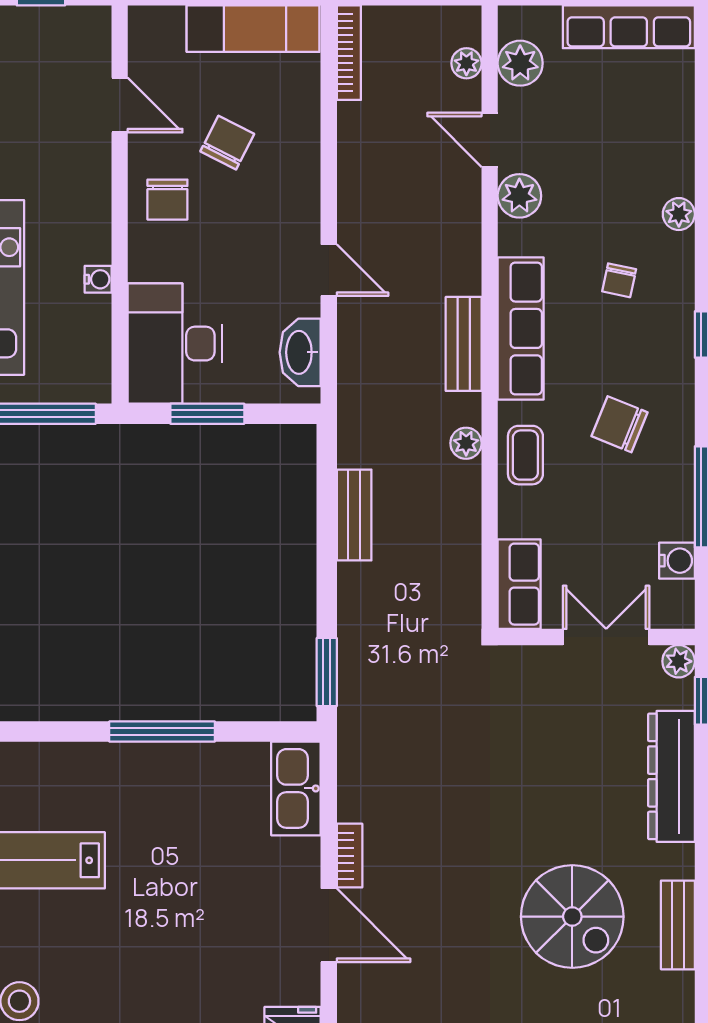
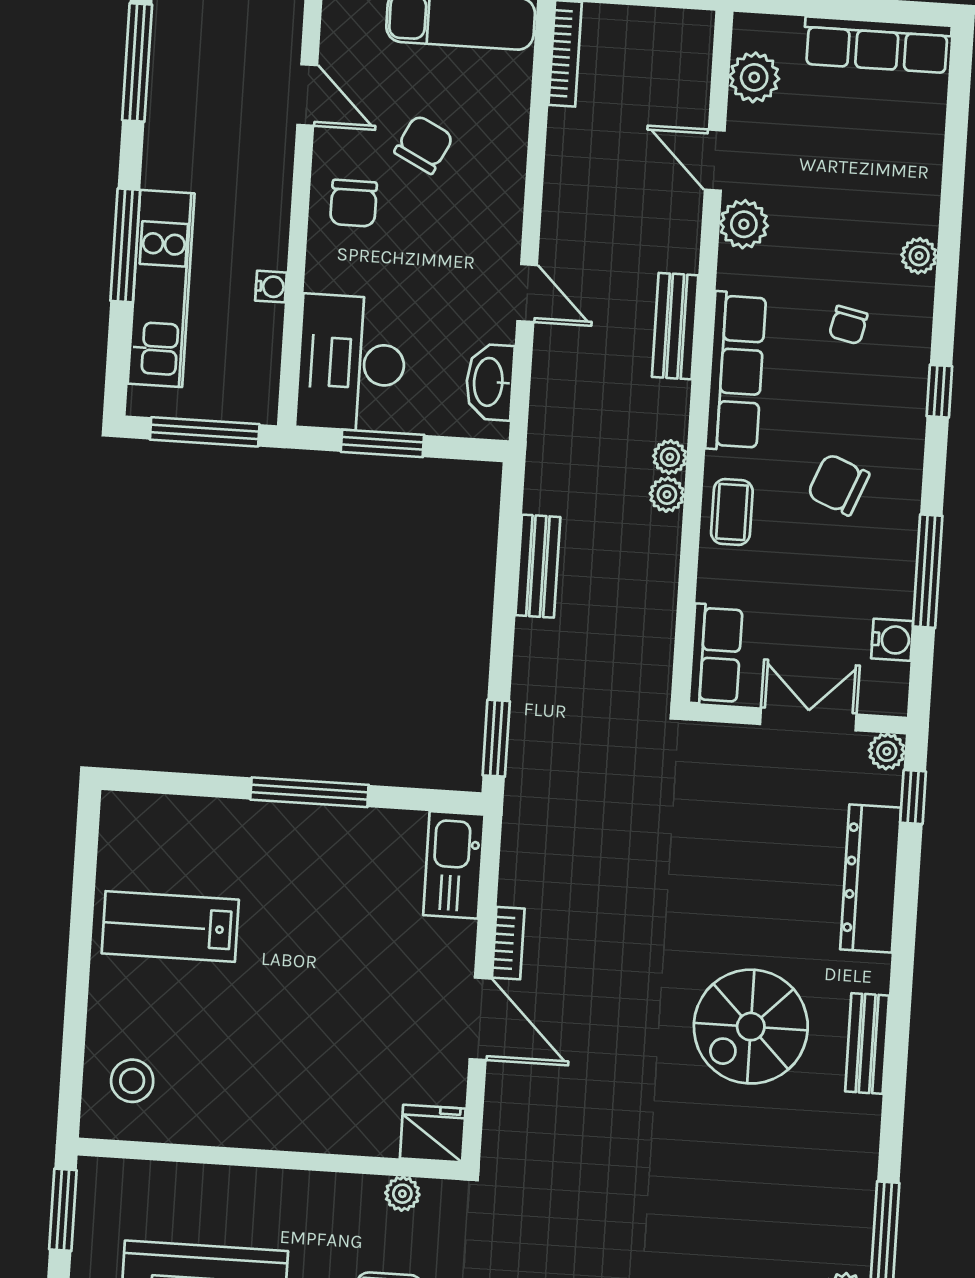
plant: (466, 63) -> (670, 457), moved
bench: (464, 344) -> (675, 326), moved
spiral stairs: (572, 917) -> (751, 1027), turned 90

